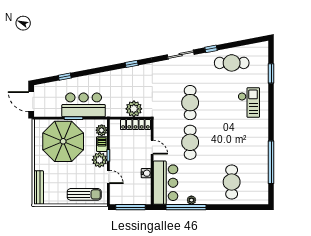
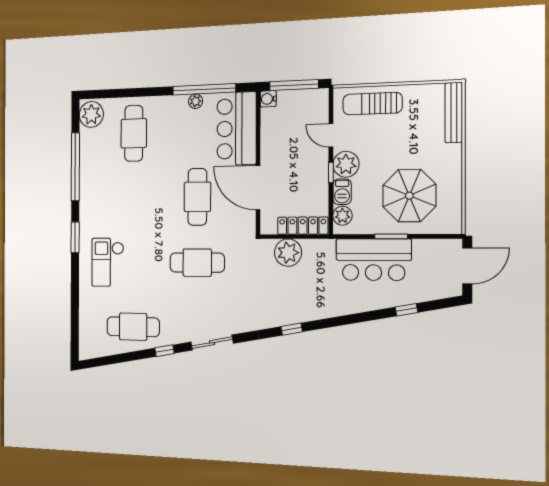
window: (271, 73) -> (75, 237), moved
door: (31, 102) -> (467, 266), hinge flipped
cafe table: (190, 103) -> (197, 263), turned 90
locker: (135, 125) -> (303, 226), moved
parasol: (63, 141) -> (409, 196), width x0.73, depth x0.73
door: (152, 147) -> (258, 188), width x1.87
water cooler: (146, 173) -> (268, 99), moved
plant: (260, 195) -> (91, 114), added

